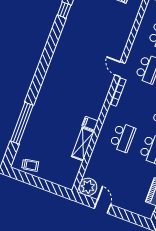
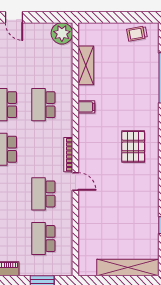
pallet: (66, 79) -> (133, 146), added
shelving: (83, 144) -> (86, 65), moved
door: (102, 206) -> (14, 17), moved

